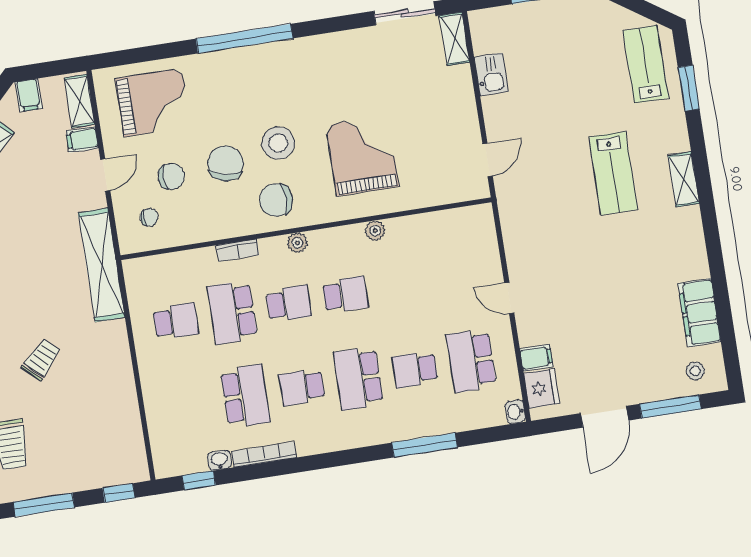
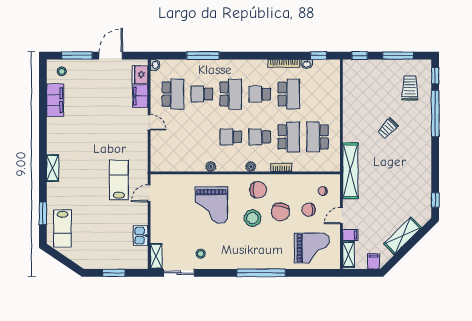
stool: (368, 57) -> (201, 254), added
grand piano: (153, 102) -> (312, 248), turned 180
lab bench: (613, 173) -> (119, 180), moved
school desk: (176, 321) -> (318, 137), width x1.85
filing cabinet: (536, 358) -> (140, 96), width x2.00
school desk: (415, 369) -> (202, 94), turned 180
school desk: (302, 387) -> (260, 94), turned 180
school desk: (245, 396) -> (289, 94), turned 180

